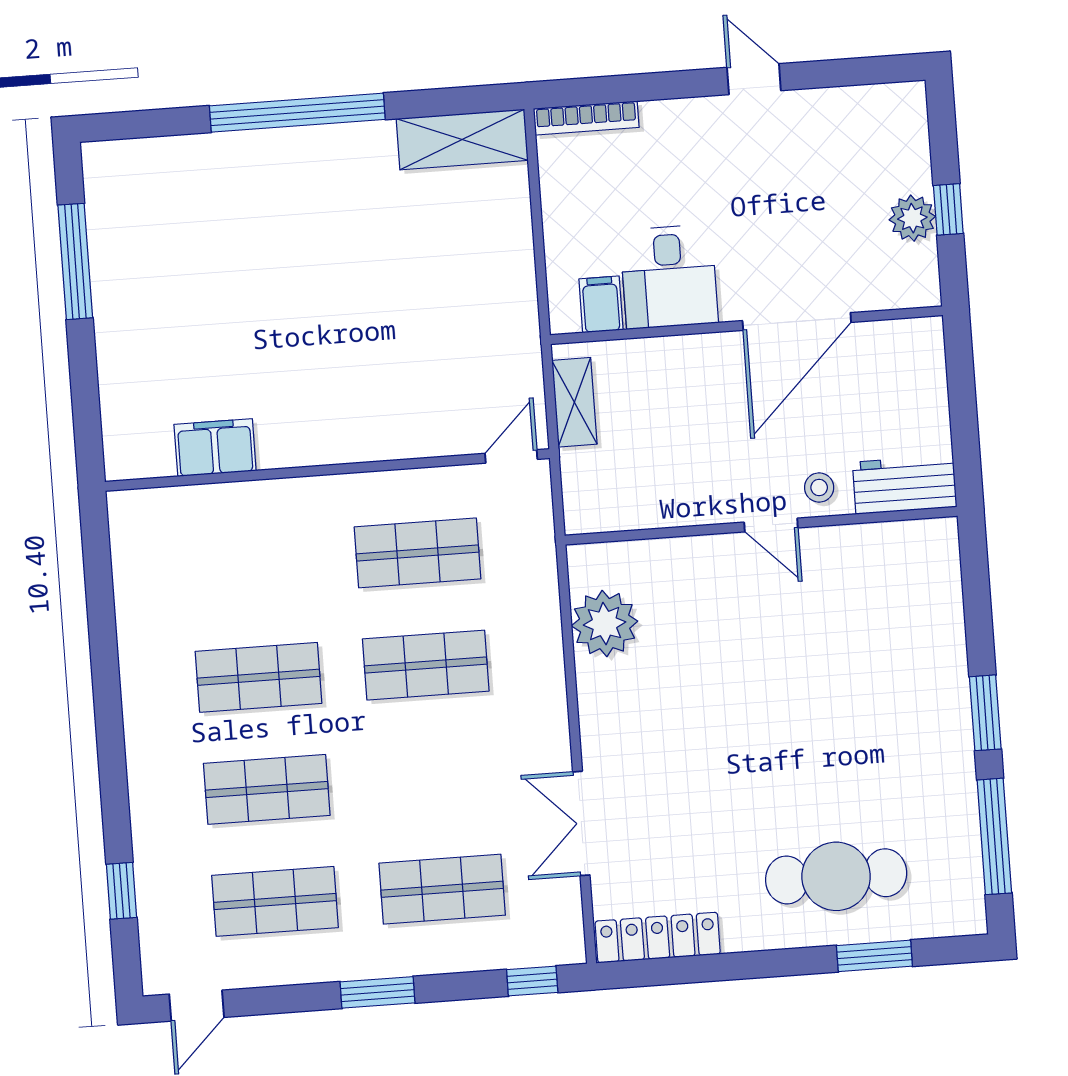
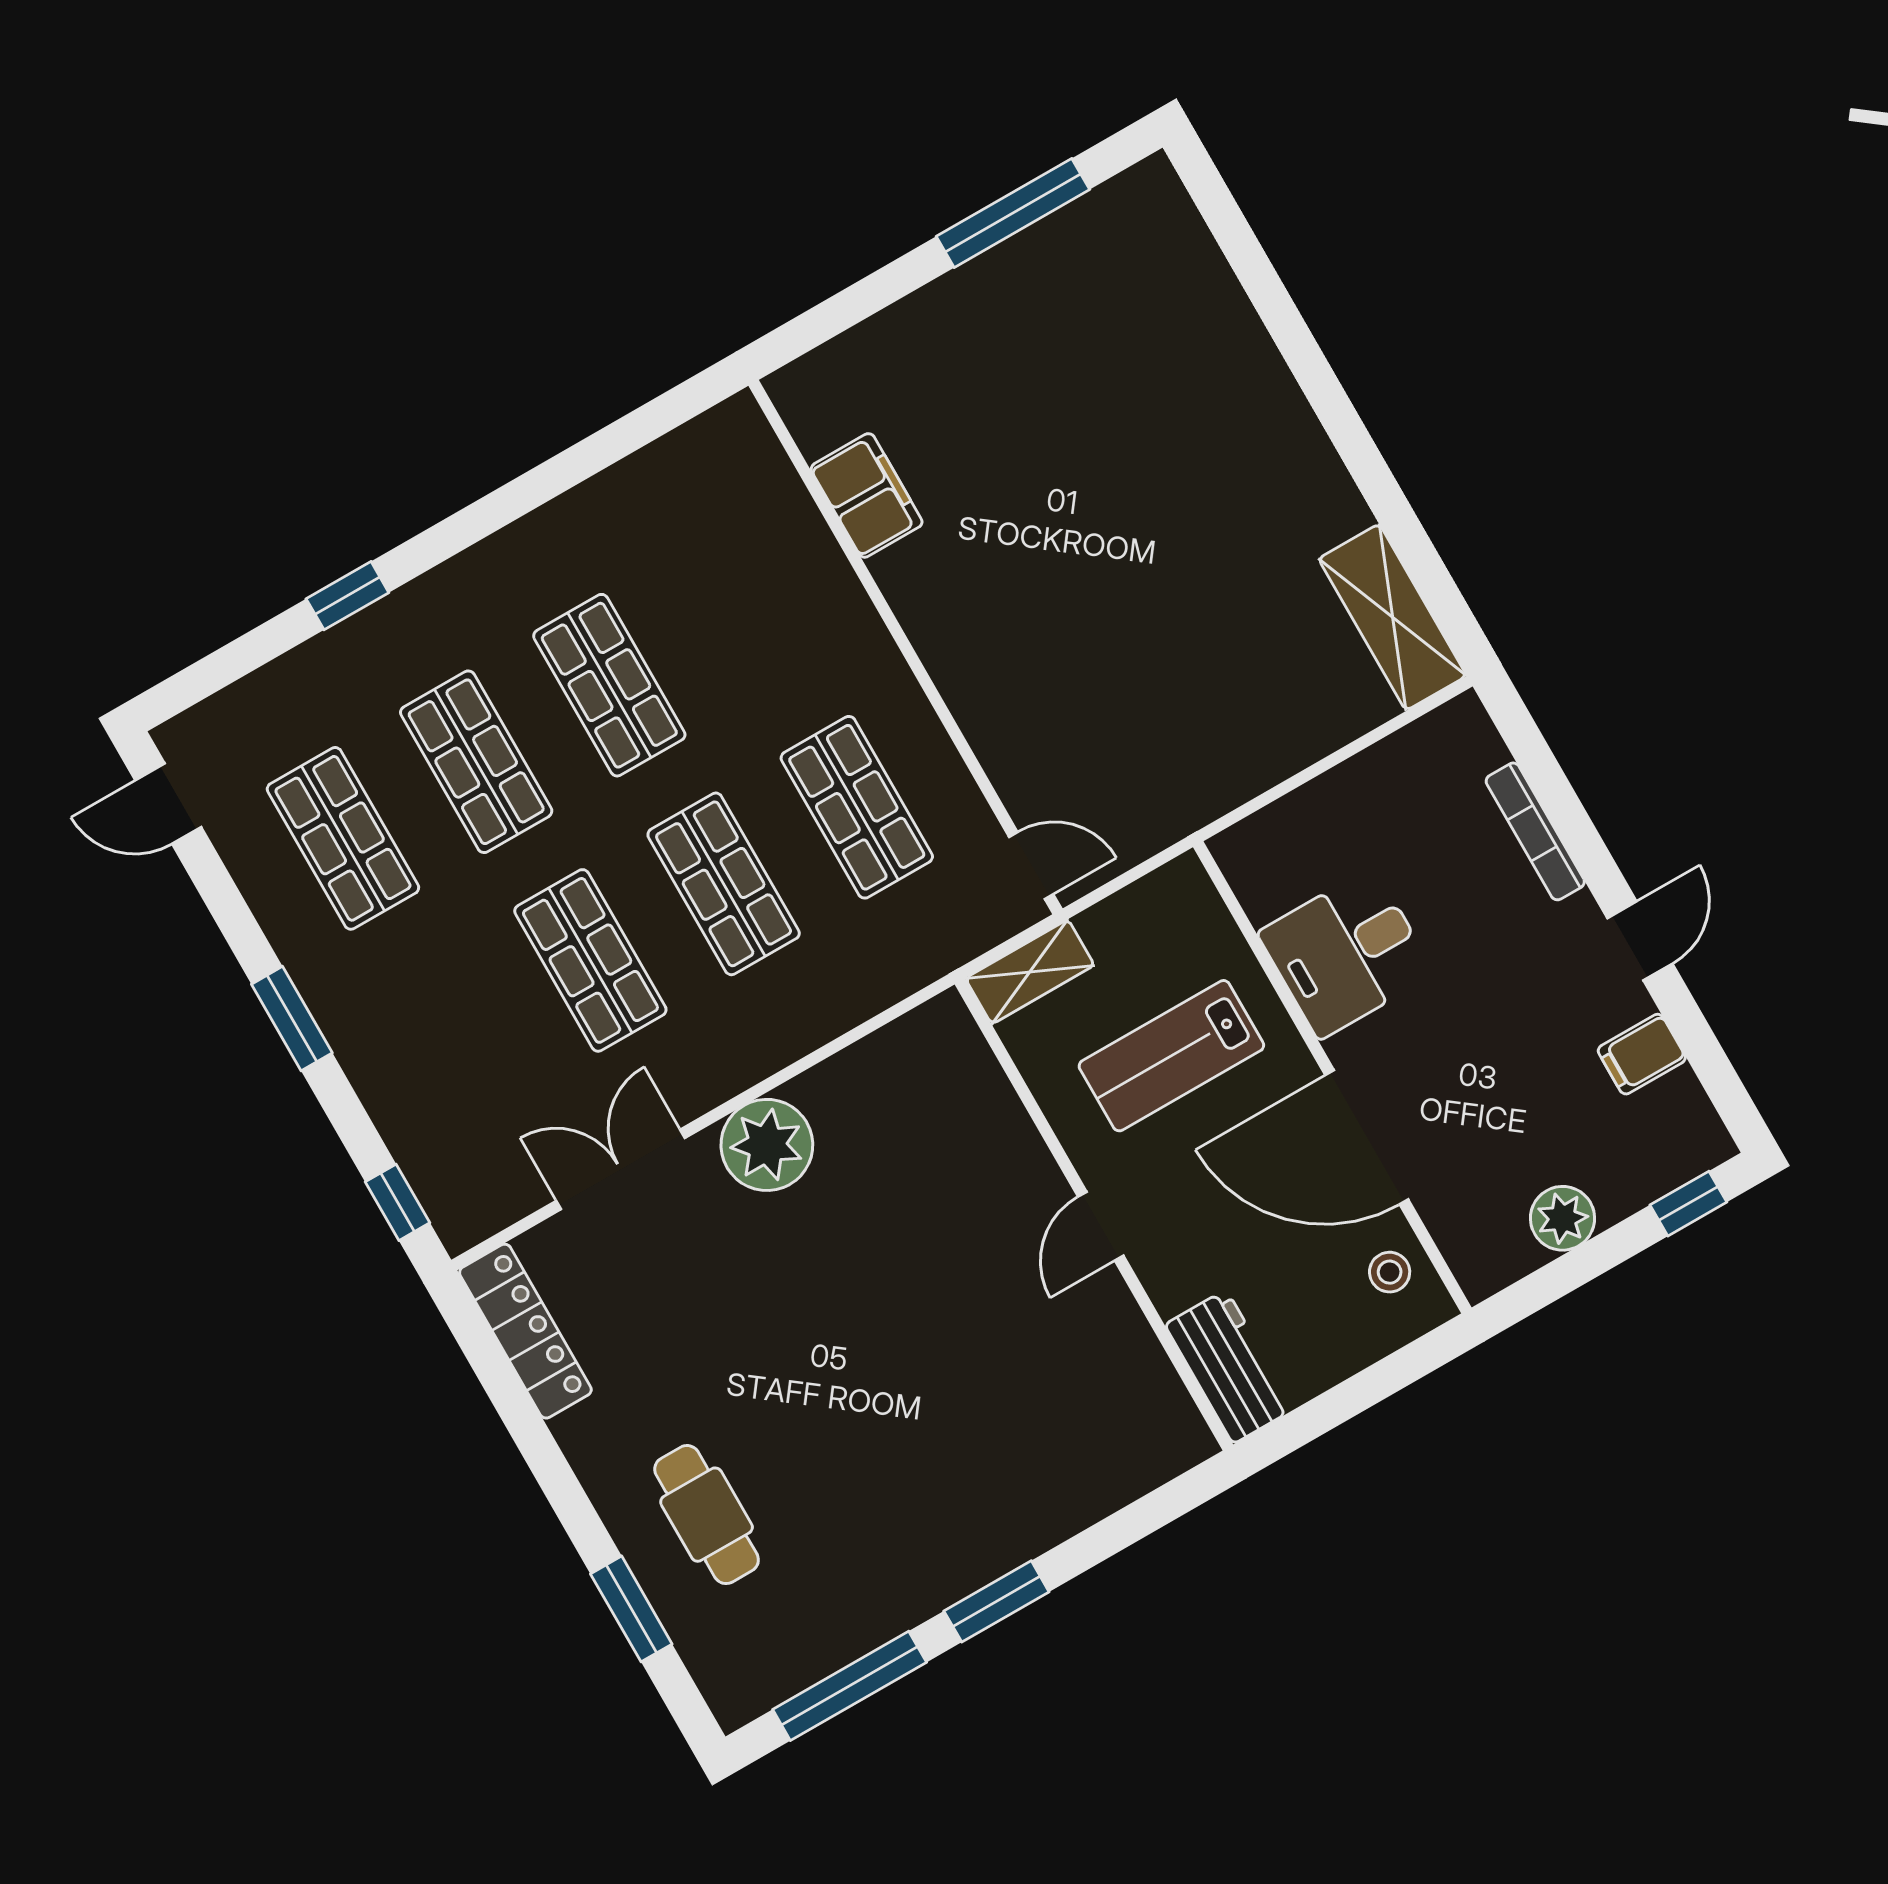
window: (297, 113) -> (1328, 398), removed
bookcase: (586, 118) -> (1535, 831), moved
window: (948, 209) -> (1688, 1204), moved
filing cabinet: (601, 304) -> (1642, 1054), moved, turned 180
shelving: (574, 402) -> (1030, 972), moved
lab bench: (681, 424) -> (1171, 1056), added
stool: (819, 487) -> (1390, 1272), moved
plant: (605, 624) -> (767, 1145), moved
cafe table: (836, 876) -> (707, 1515), width x0.73, depth x0.74
shop shelf: (442, 889) -> (590, 960), moved
window: (121, 891) -> (347, 596), moved

